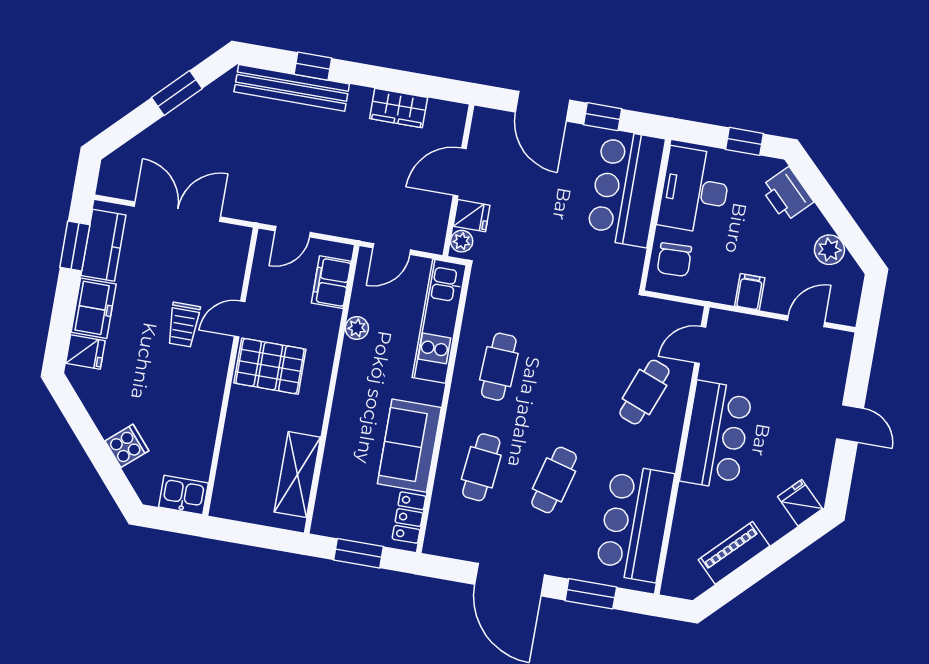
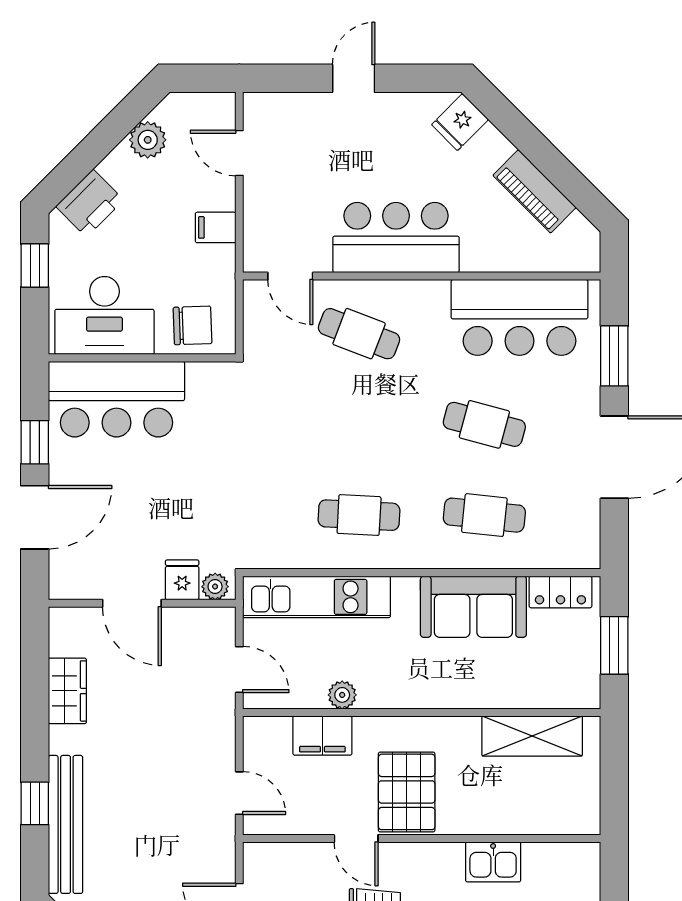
filing cabinet: (331, 282) -> (322, 735), moved
kitchen sink: (183, 495) -> (493, 862), moved, turned -90

